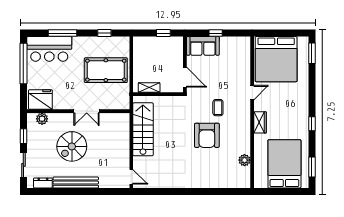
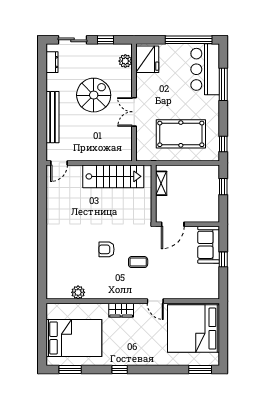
window: (104, 33) -> (223, 144), moved
window: (163, 33) -> (223, 187), moved
pool table: (106, 70) -> (181, 134), turned 90
armchair: (207, 135) -> (106, 249), width x0.53, depth x0.53
spiral stairs: (72, 146) -> (94, 95), turned 90
bench: (76, 183) -> (52, 117), moved

